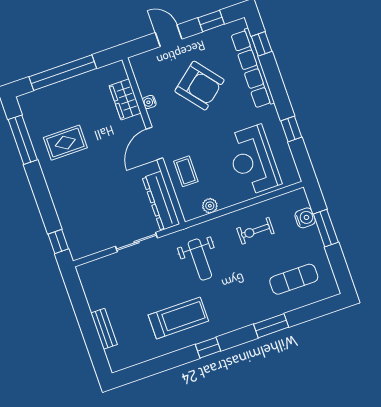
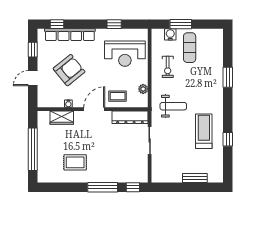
window: (23, 140) -> (103, 187), moved
rug: (65, 143) -> (75, 162), turned 90
door: (154, 143) -> (94, 109), swing flipped
exercise mat: (294, 279) -> (190, 48), moved
window: (208, 348) -> (228, 139), moved

